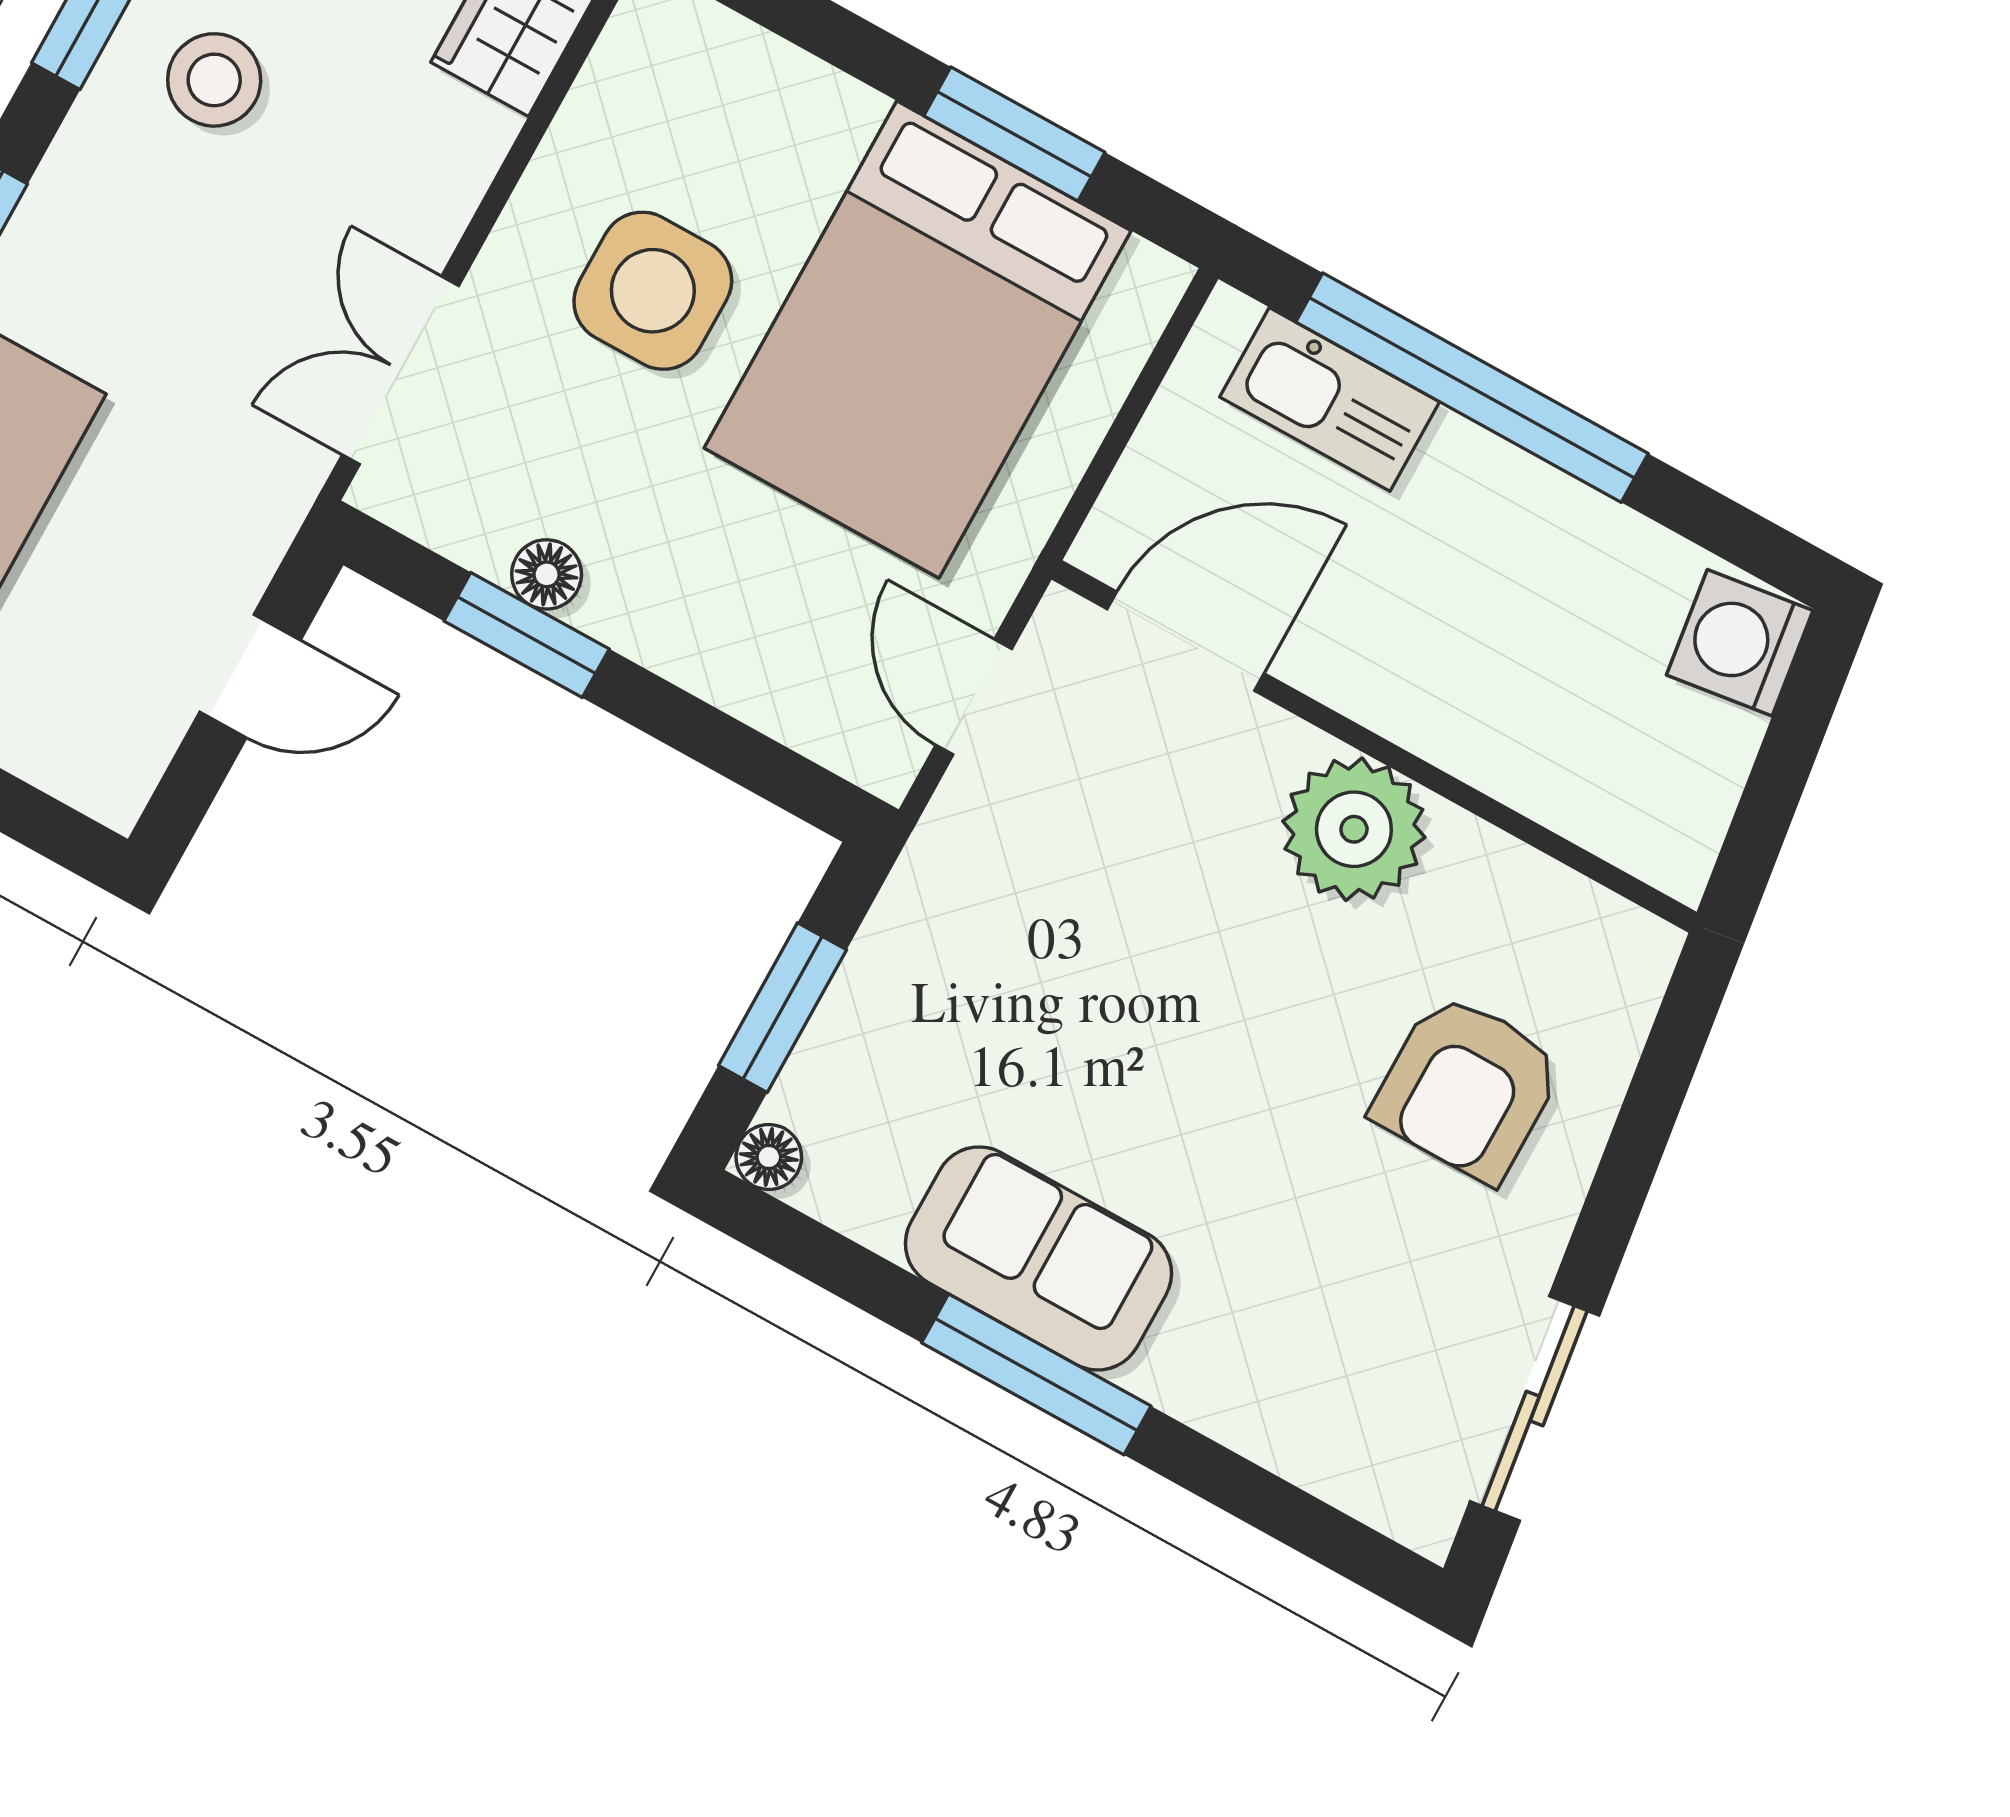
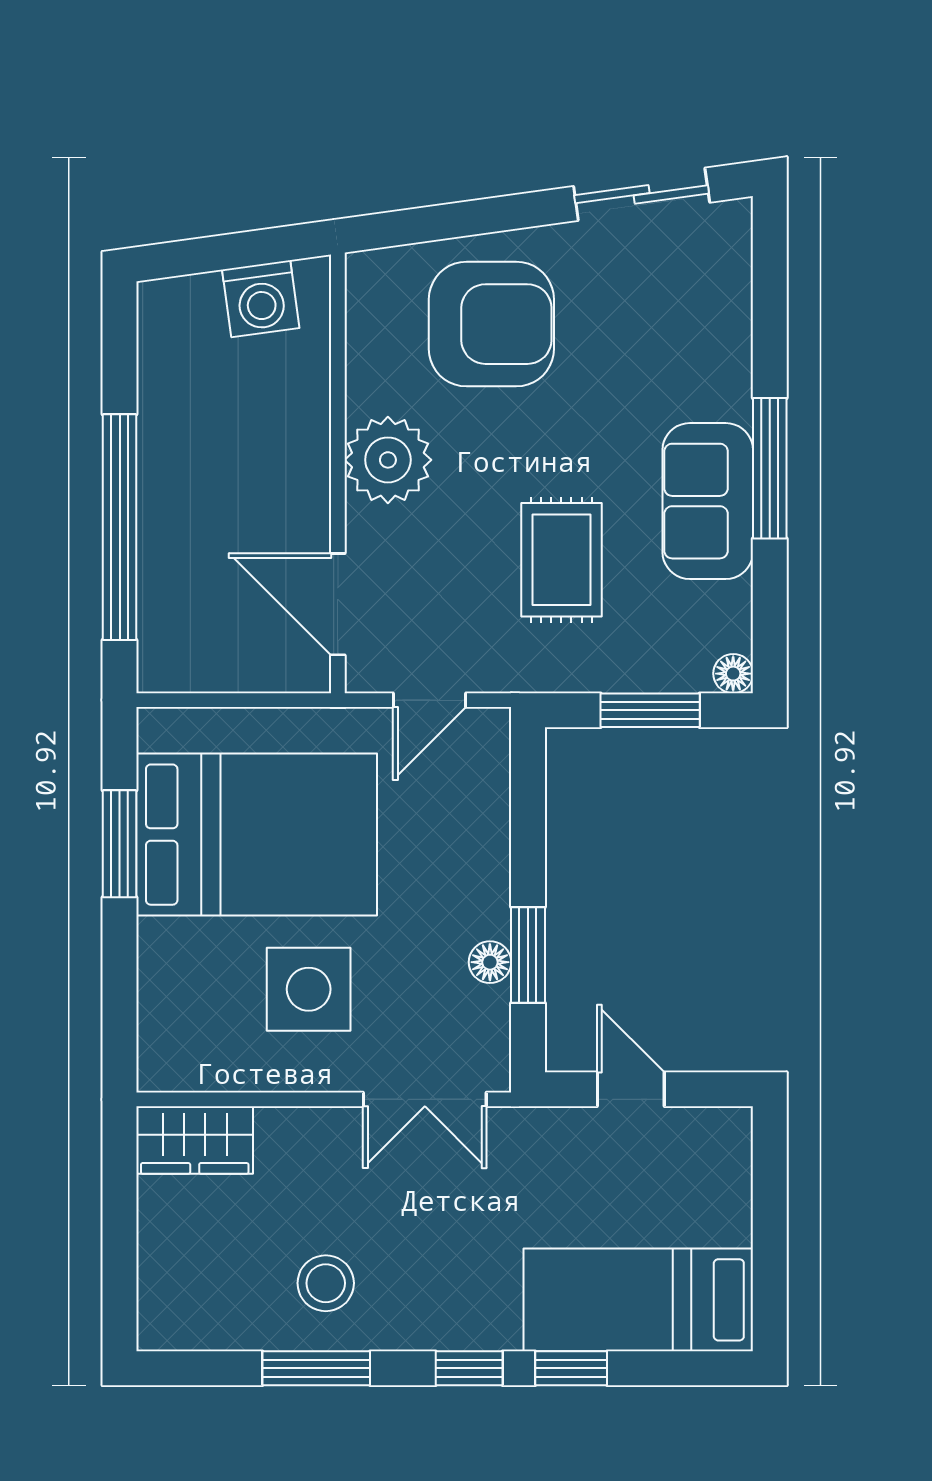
kitchen sink: (1330, 399) -> (167, 599), removed
washing machine: (1740, 643) -> (261, 299), moved
rug: (1071, 1000) -> (561, 560), added
armchair: (1467, 1088) -> (491, 324), width x1.36, depth x1.36

